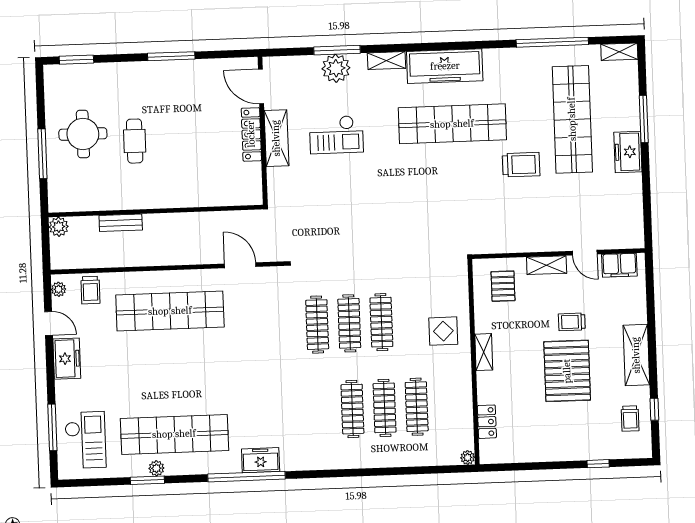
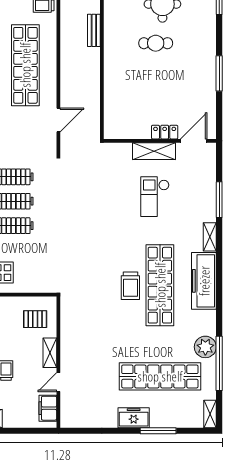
plant: (336, 68) -> (205, 347), moved
locker: (251, 134) -> (165, 132), width x0.66
trolley: (521, 165) -> (130, 286), moved

